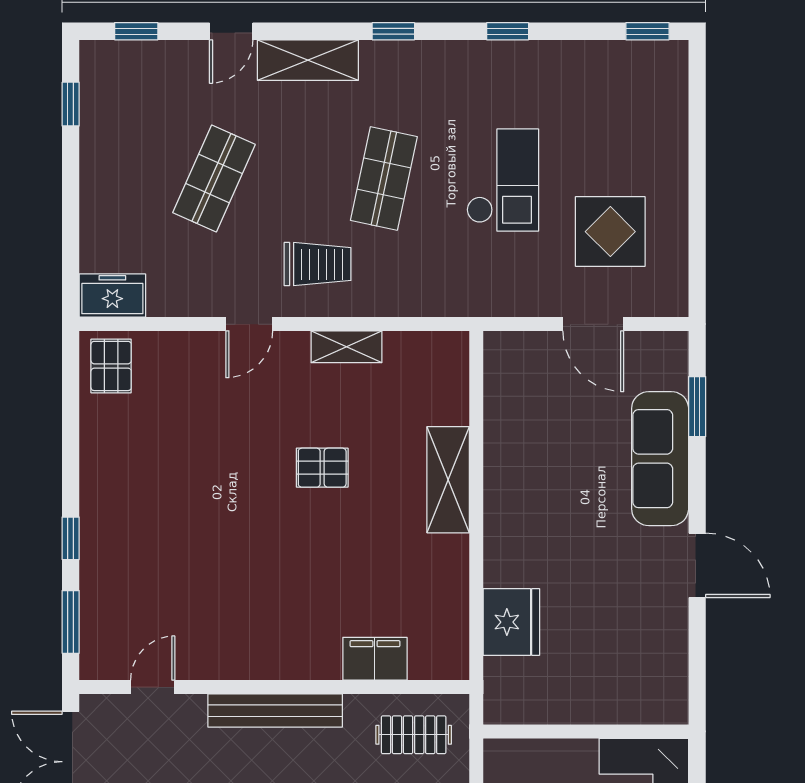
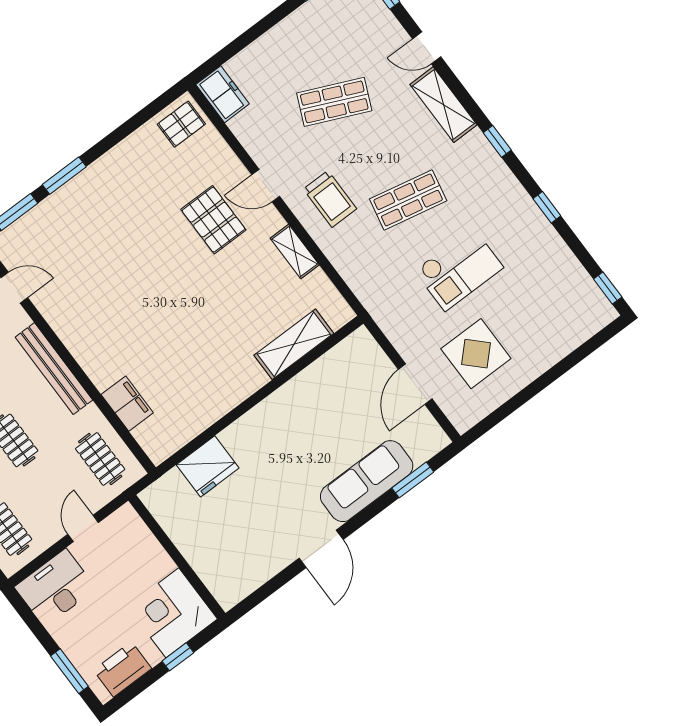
pallet: (322, 468) -> (213, 220), moved, width x1.50, depth x1.42
shelving: (448, 480) -> (294, 344), moved
window: (71, 538) -> (64, 176), width x1.50

